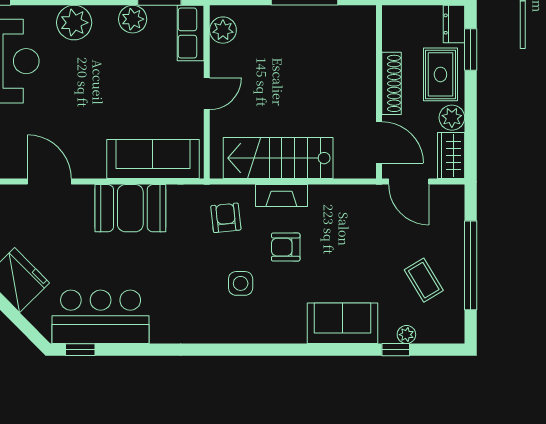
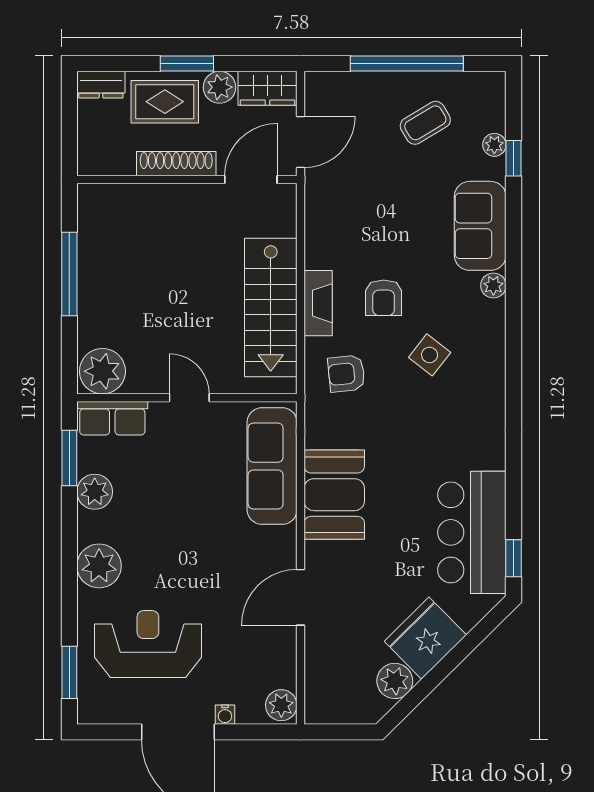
plant: (223, 30) -> (102, 371), width x1.36, depth x1.36
window: (471, 49) -> (187, 64), moved
side table: (241, 283) -> (430, 355), turned 38
plant: (295, 334) -> (493, 286), added

